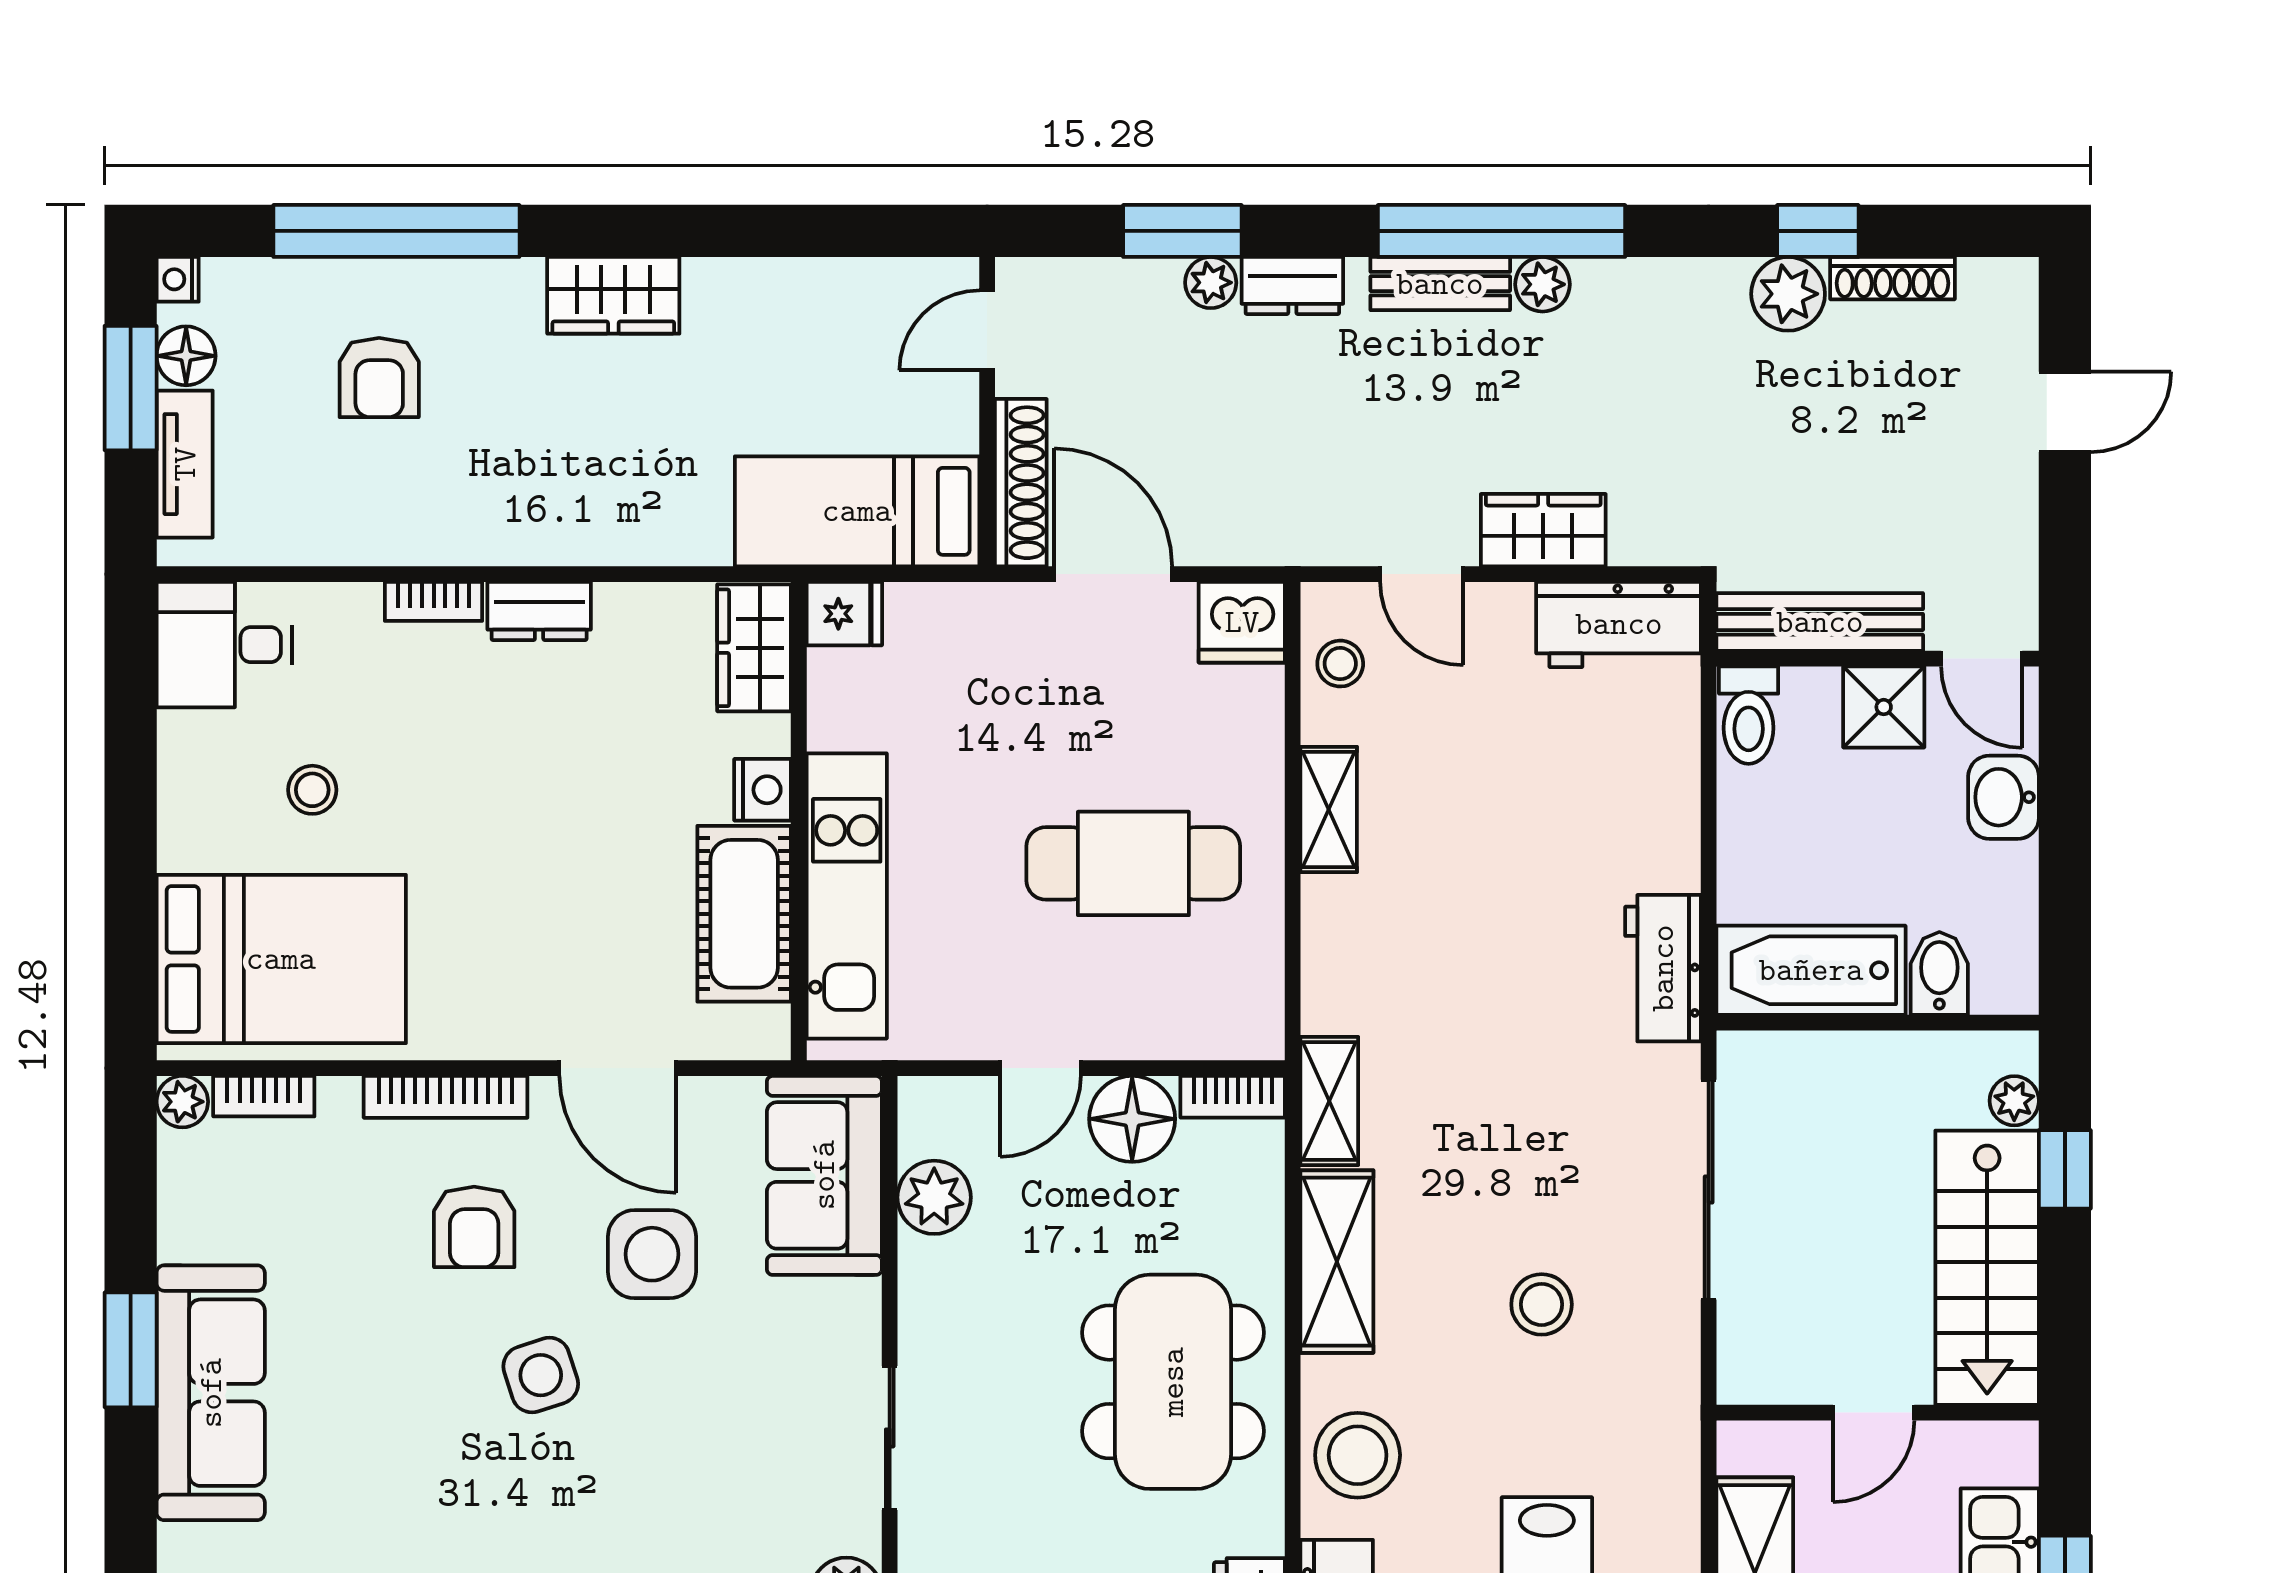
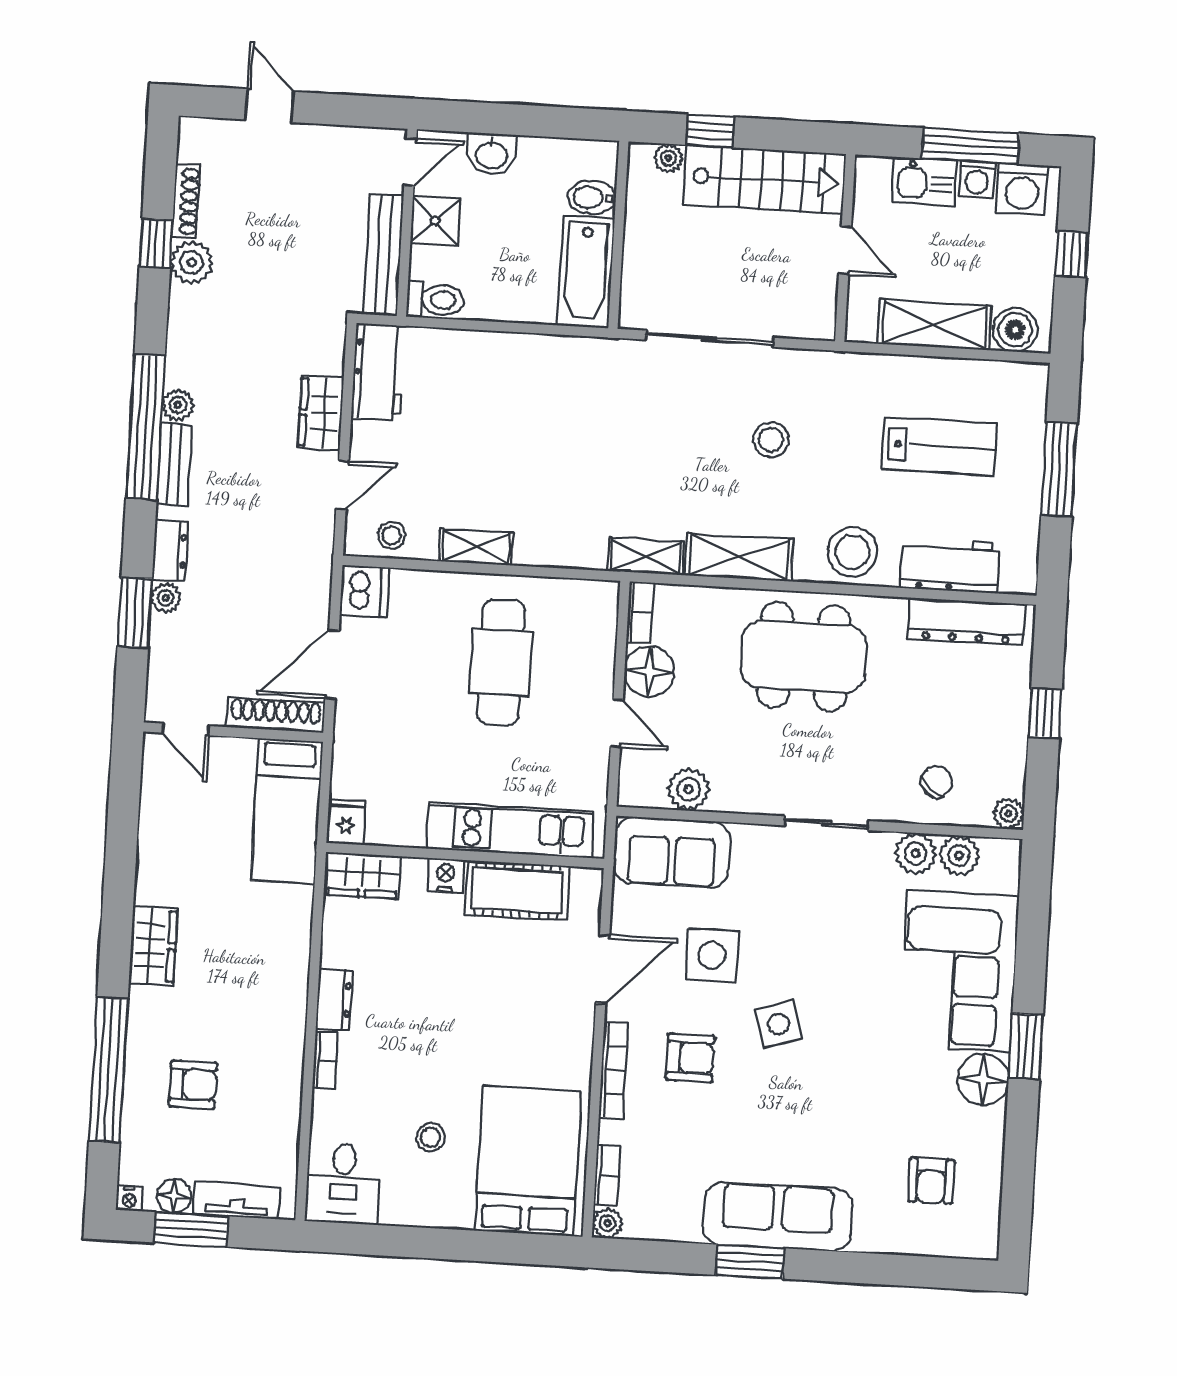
workbench: (1663, 968) -> (580, 358), removed

